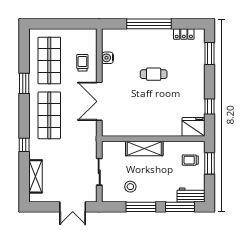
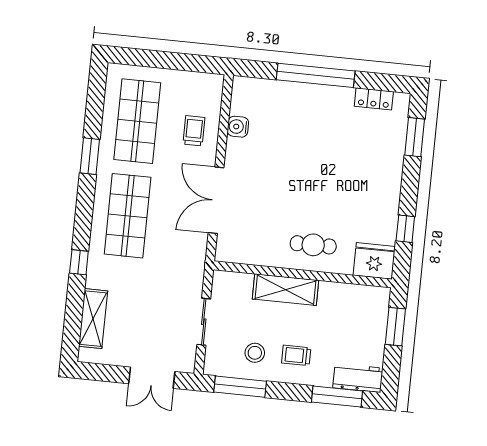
cafe table: (154, 74) -> (313, 245), moved
trolley: (190, 160) -> (296, 355), moved
window: (141, 207) -> (240, 387), moved

